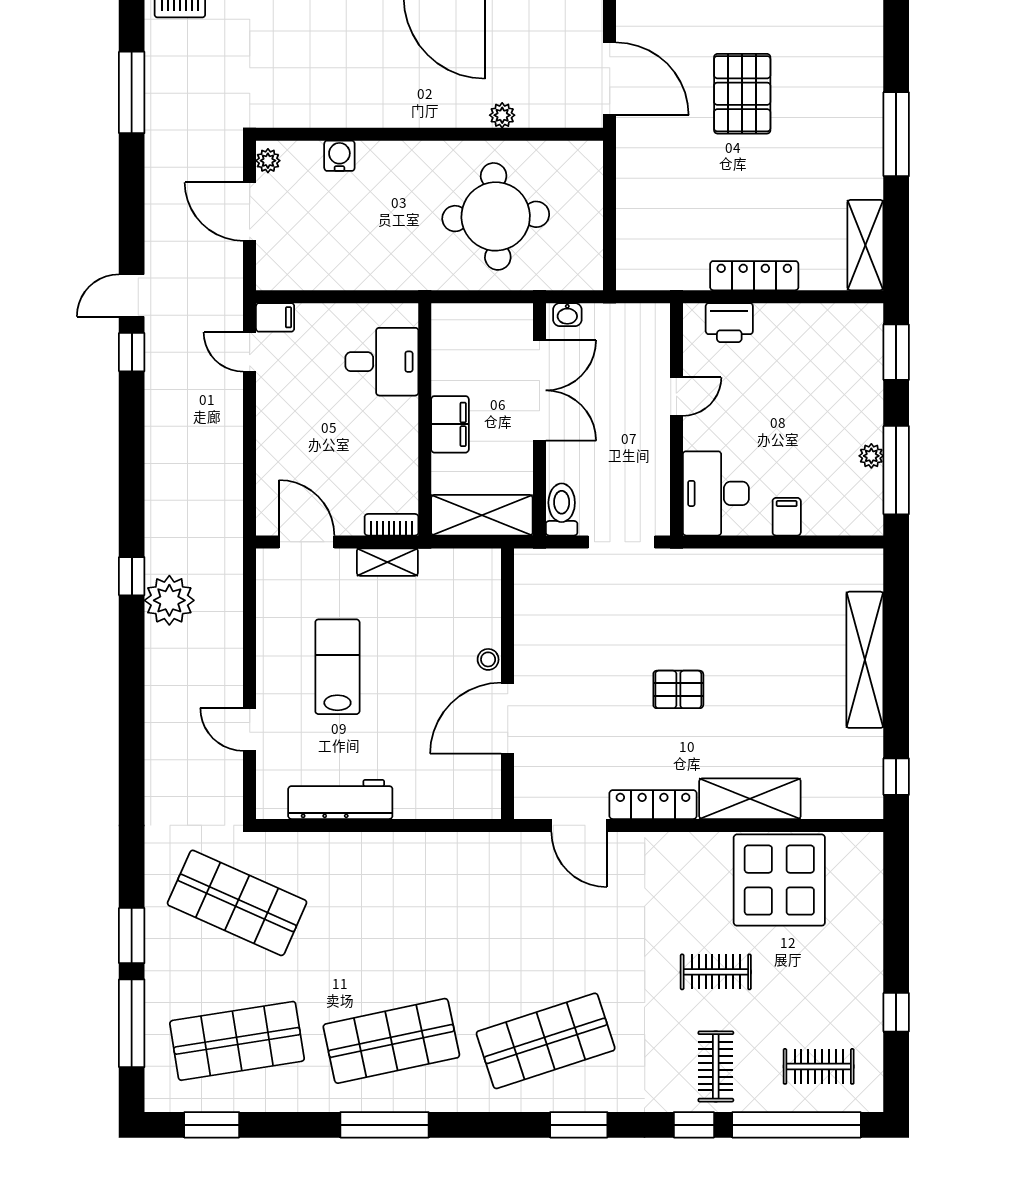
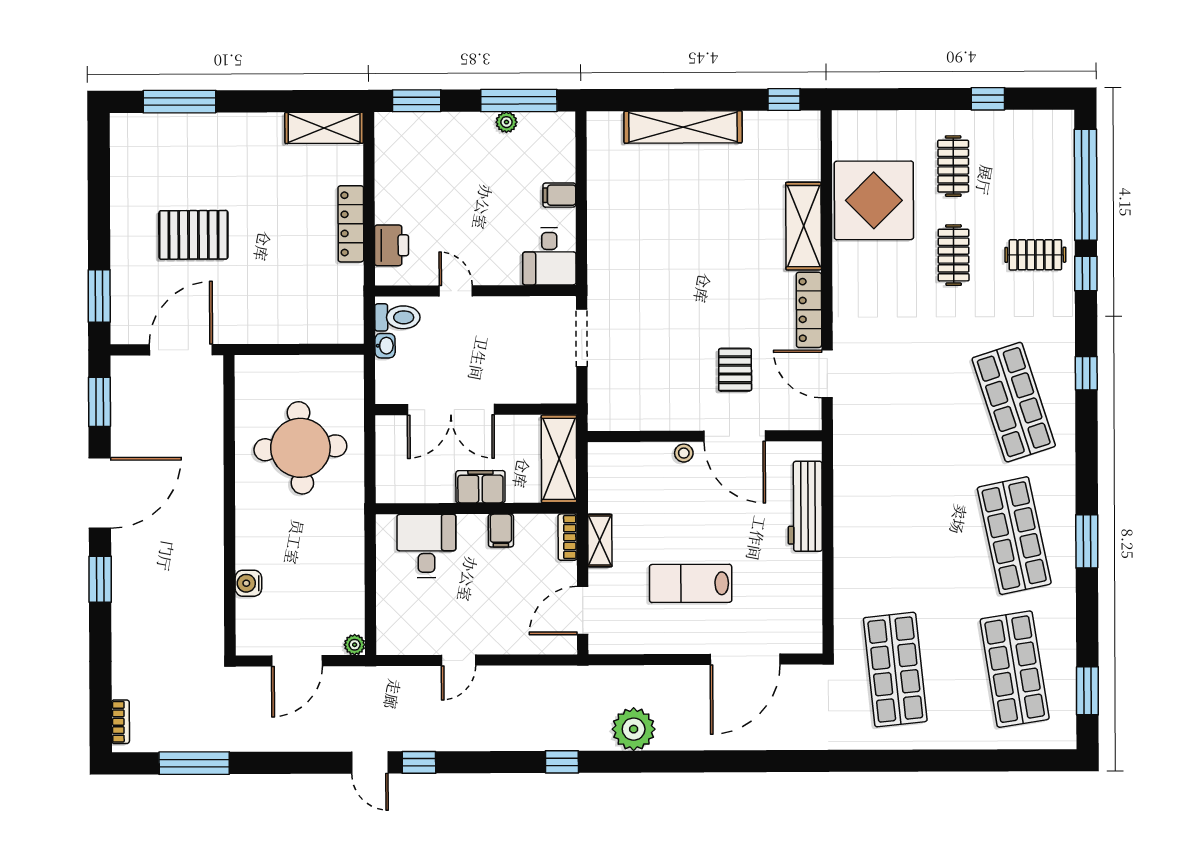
plant: (502, 115) -> (213, 443), removed
window: (896, 134) -> (180, 102), moved
plant: (268, 161) -> (355, 645), moved
washbasin: (567, 315) -> (385, 346), moved
filing cabinet: (275, 317) -> (501, 531), moved, turned 180
door: (250, 352) -> (458, 660), moved
double door: (539, 390) -> (451, 409), swing flipped
desk: (716, 493) -> (549, 256), width x0.73
toilet: (562, 510) -> (397, 317), moved, turned 180
window: (132, 576) -> (562, 762), moved
pallet: (678, 689) -> (735, 370), moved
door: (250, 729) -> (745, 659), width x1.88
workbench: (340, 799) -> (805, 506), moved
door: (579, 825) -> (827, 374), swing flipped
shop shelf: (237, 903) -> (895, 670), turned -30
window: (132, 936) -> (924, 761), removed
window: (132, 1023) -> (1000, 760), removed
clothes rail: (819, 1066) -> (953, 166), moved
window: (385, 1125) -> (1087, 541), width x0.69
window: (579, 1125) -> (1086, 373), width x0.67

